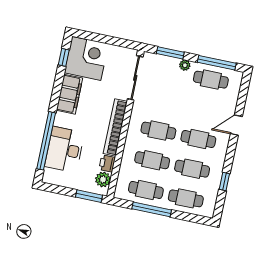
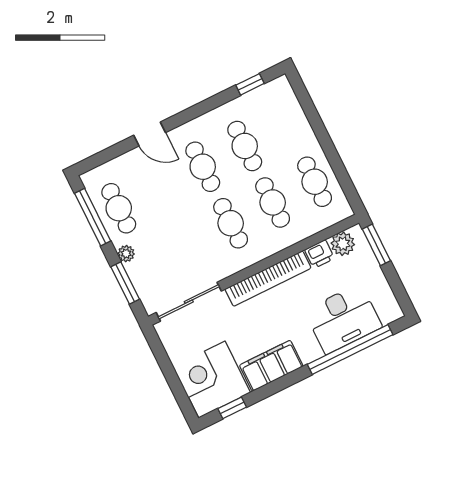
window: (224, 181) -> (250, 84), moved
cafe table: (186, 198) -> (287, 125), removed
window: (152, 209) -> (333, 156), removed

